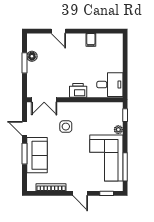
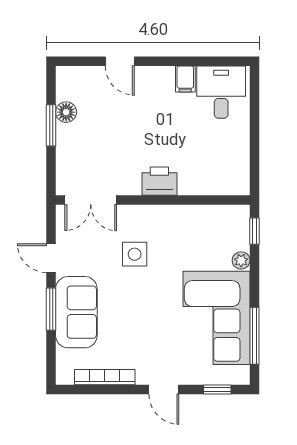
desk: (110, 85) -> (221, 92), moved, turned -90

